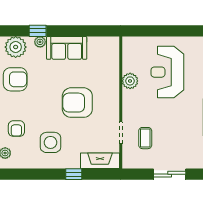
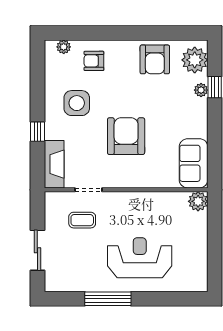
sofa: (67, 48) -> (194, 163), moved
reception desk: (167, 72) -> (140, 258), moved
plant: (130, 81) -> (198, 201), moved

